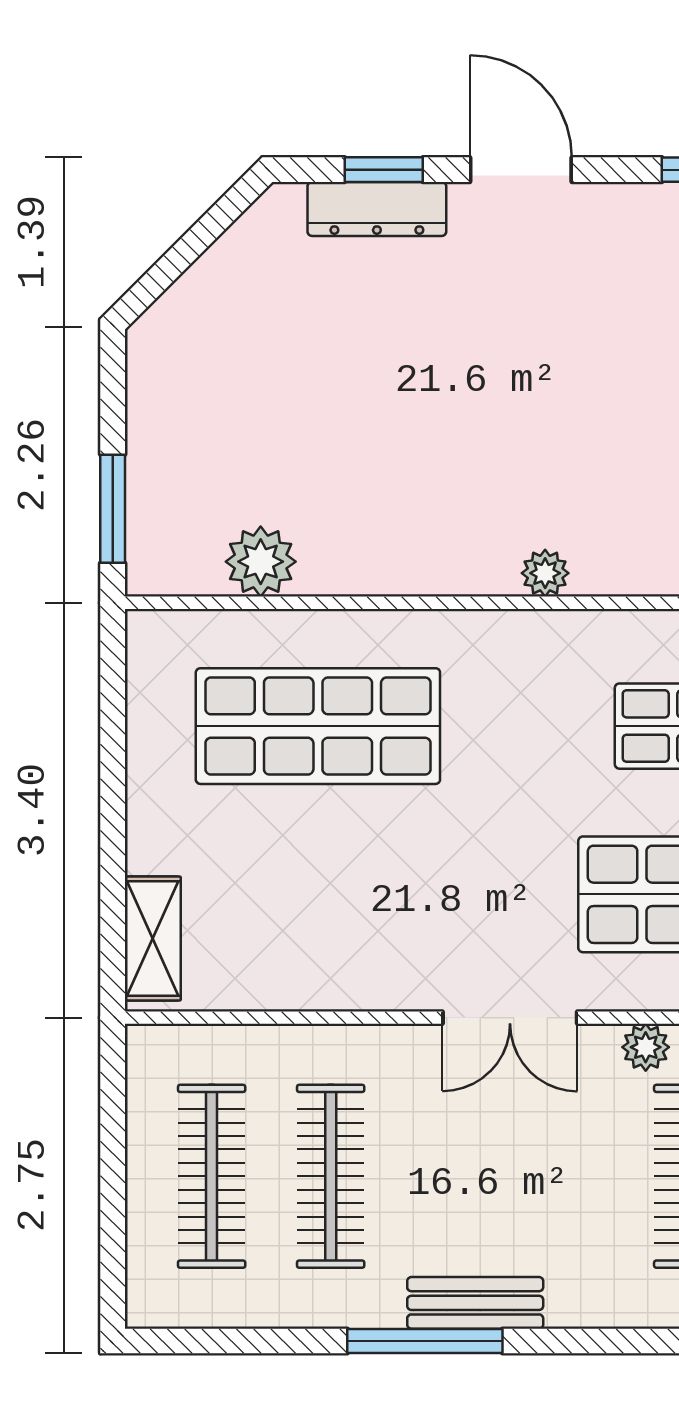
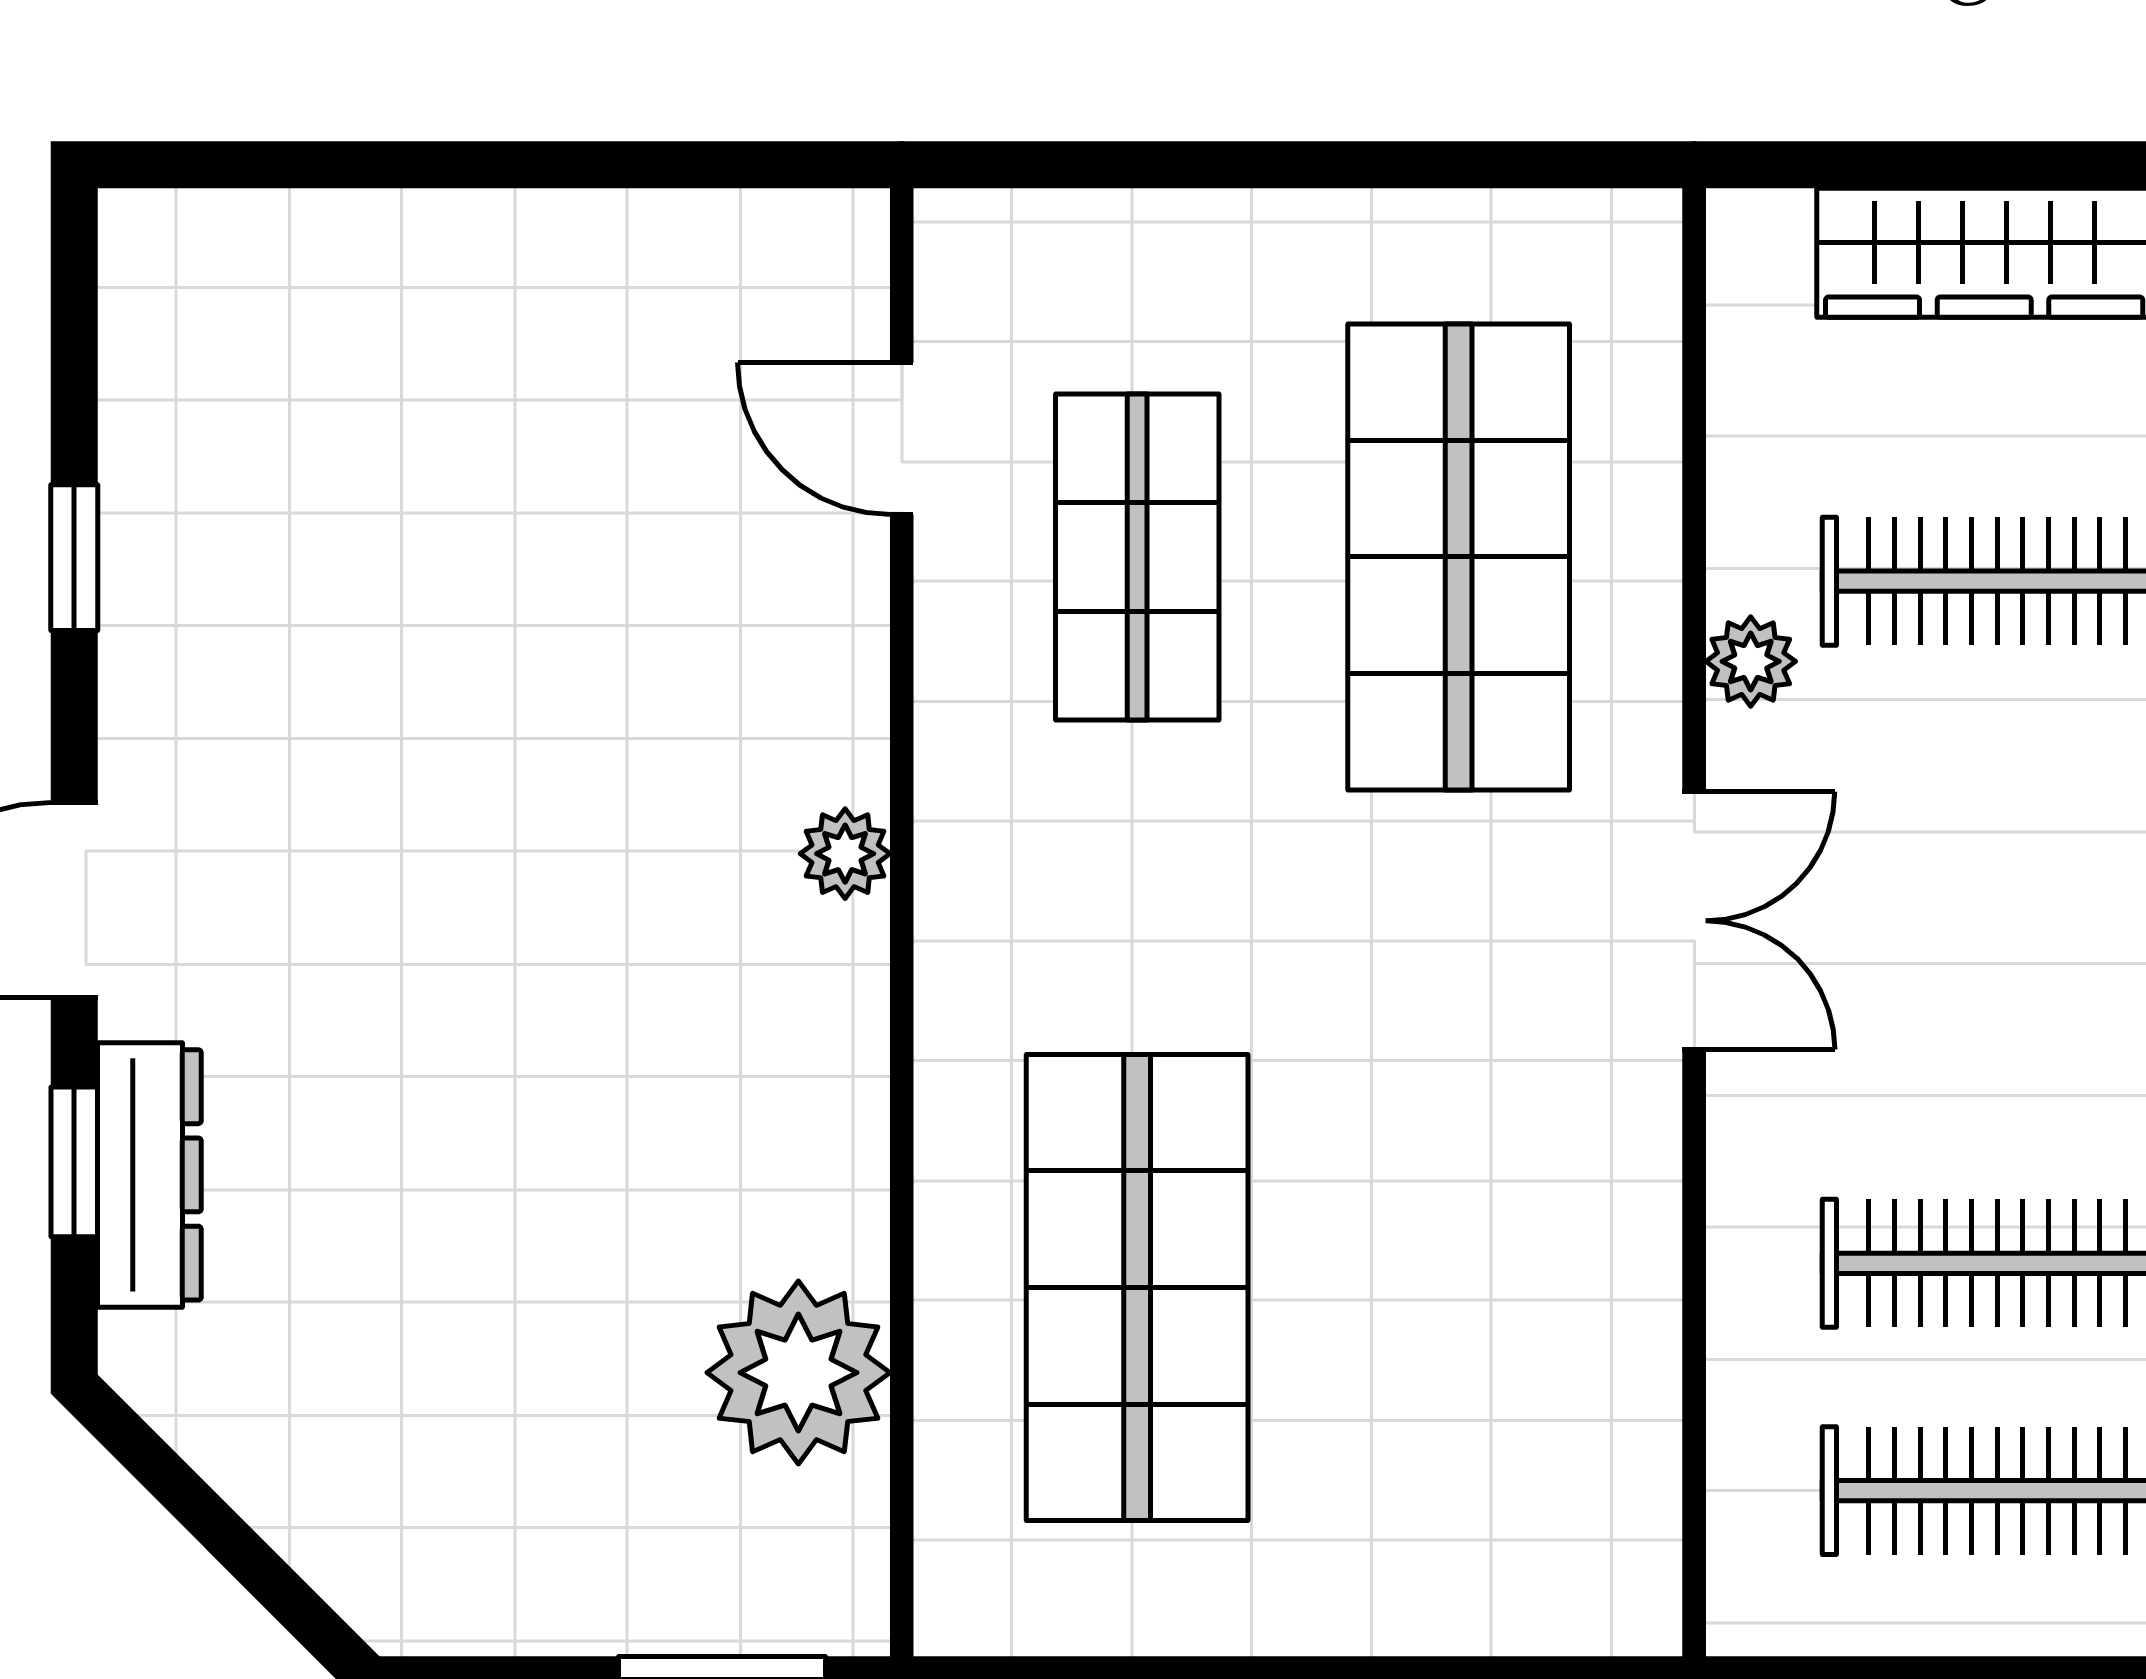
plant: (261, 562) -> (798, 1373), width x1.36, depth x1.36
shelving: (153, 938) -> (1543, 1603), removed

